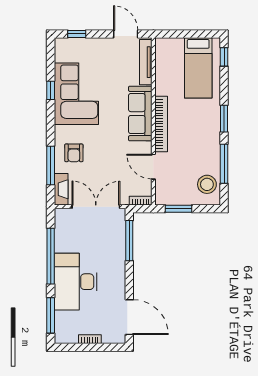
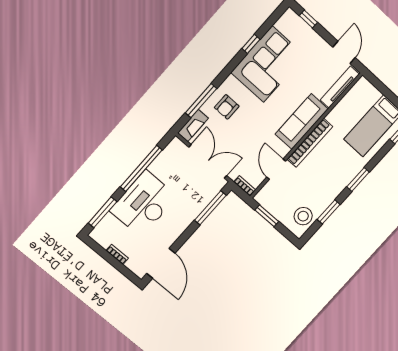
window: (224, 164) -> (329, 212), width x0.69

